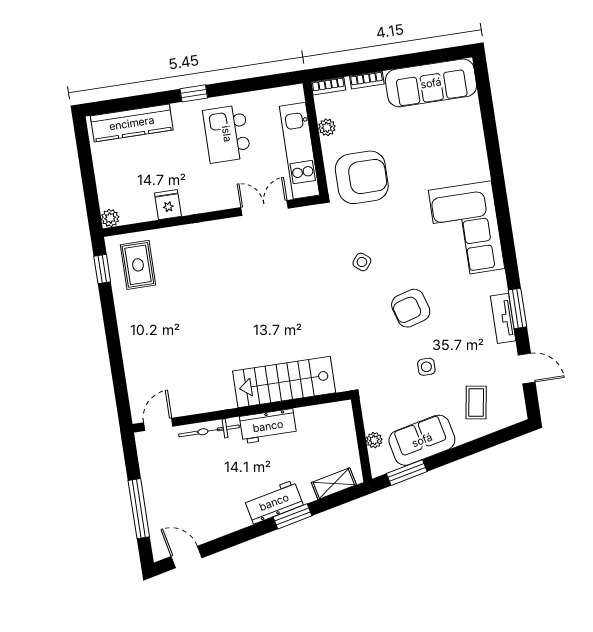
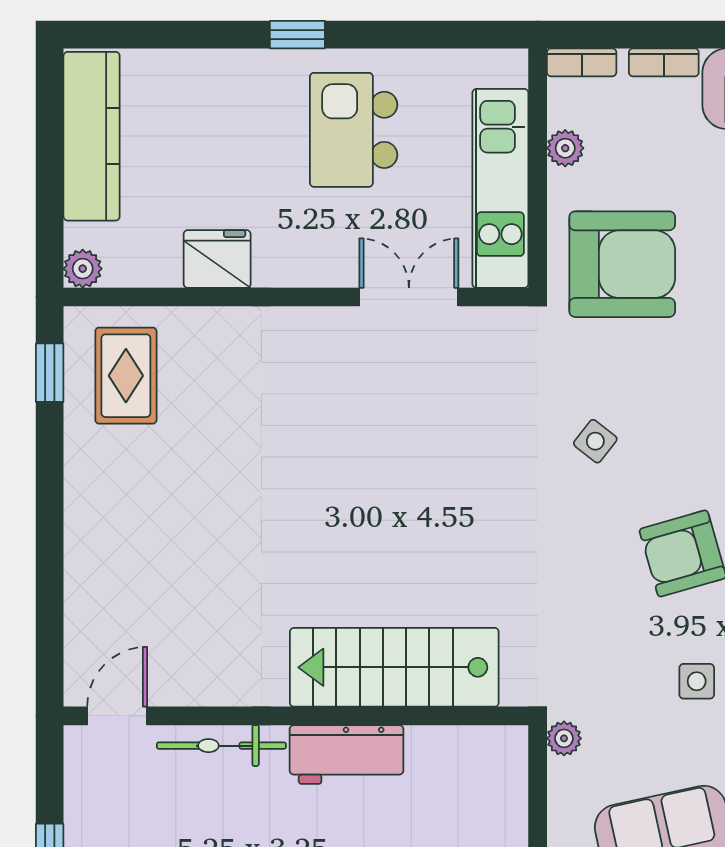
kitchen counter: (132, 123) -> (92, 136), moved, turned -90
fridge: (168, 205) -> (217, 259), width x1.38
plant: (374, 440) -> (564, 738), moved

